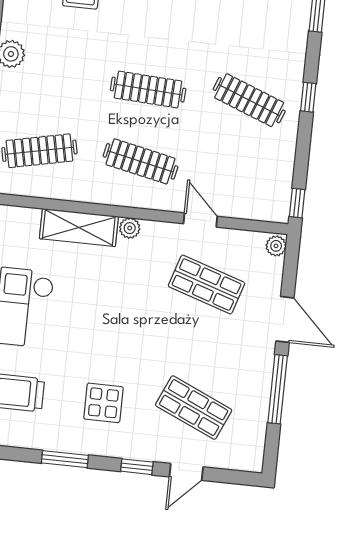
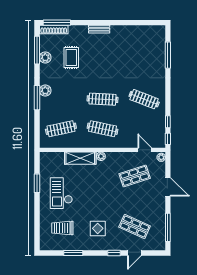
window: (308, 97) -> (168, 122), moved
door: (200, 220) -> (145, 150), moved
shop shelf: (207, 285) -> (135, 176), turned -36
window: (278, 389) -> (168, 227), moved
window: (65, 459) -> (73, 253), moved

